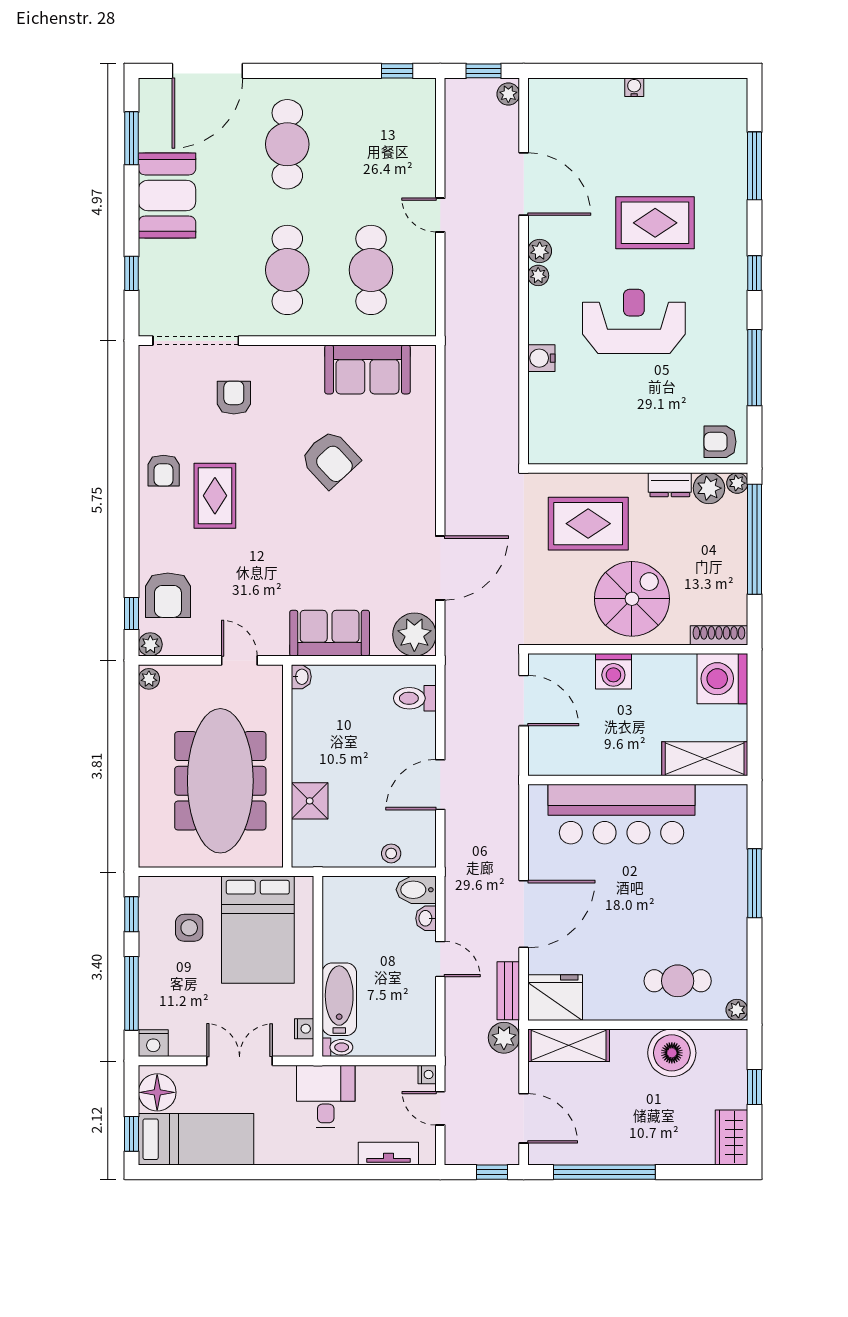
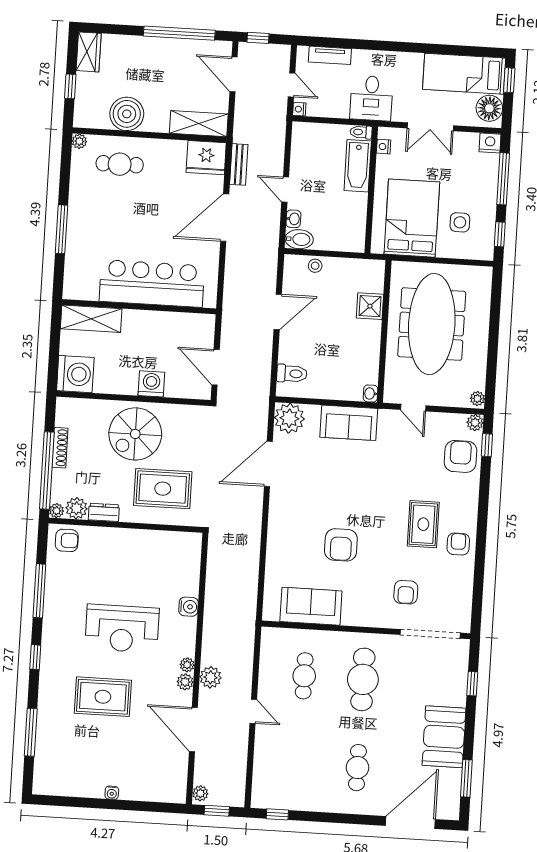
cafe table: (287, 144) -> (357, 768), width x0.73, depth x0.74
cafe table: (371, 270) -> (304, 676), width x0.73, depth x0.74
armchair: (330, 459) -> (341, 545), turned -137
shoe rack: (719, 635) -> (60, 448), moved, turned -90
plant: (504, 1038) -> (210, 677), moved

